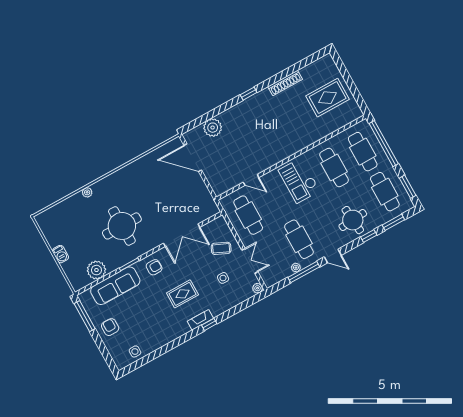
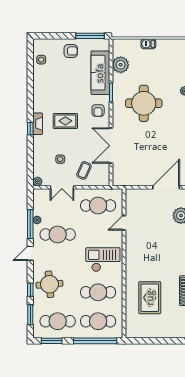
rug: (328, 98) -> (150, 298), moved
rug: (182, 294) -> (65, 121), turned 90

